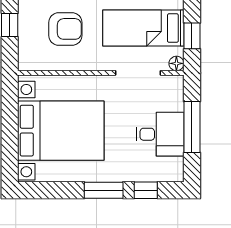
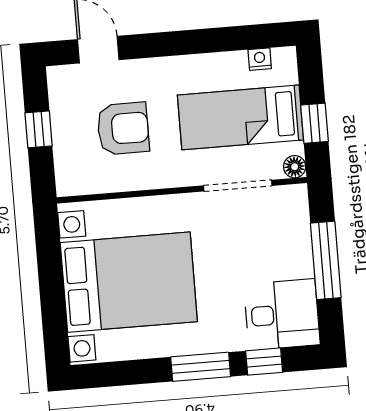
desk: (160, 134) -> (282, 314), moved

